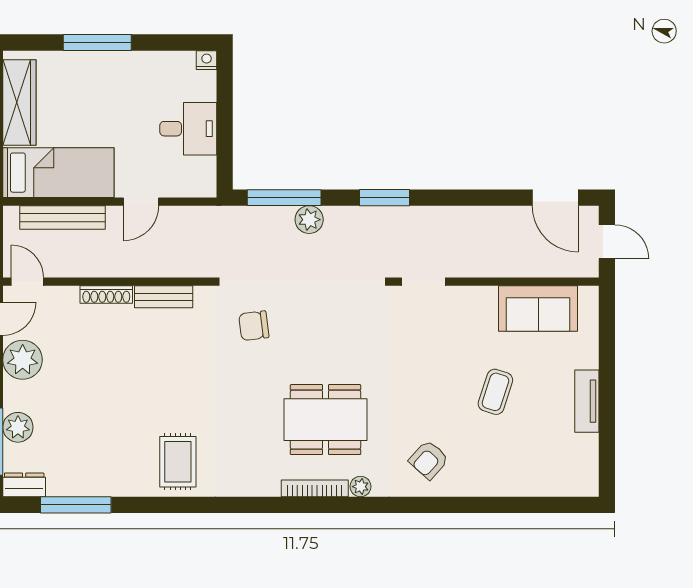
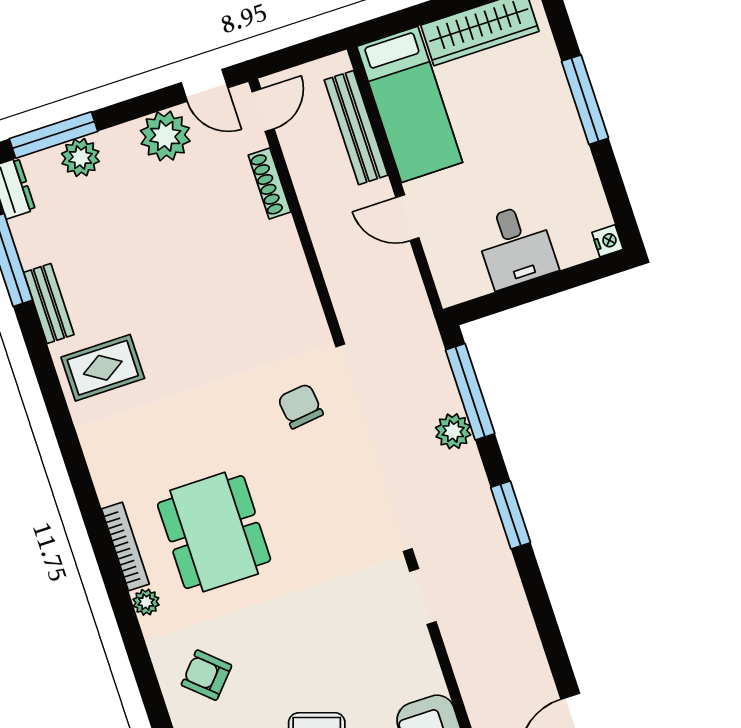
shoe rack: (106, 295) -> (270, 183), moved
bench: (164, 297) -> (49, 303), moved

